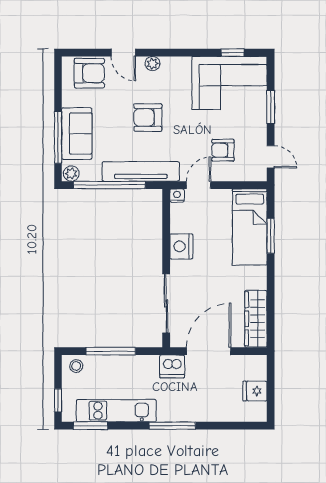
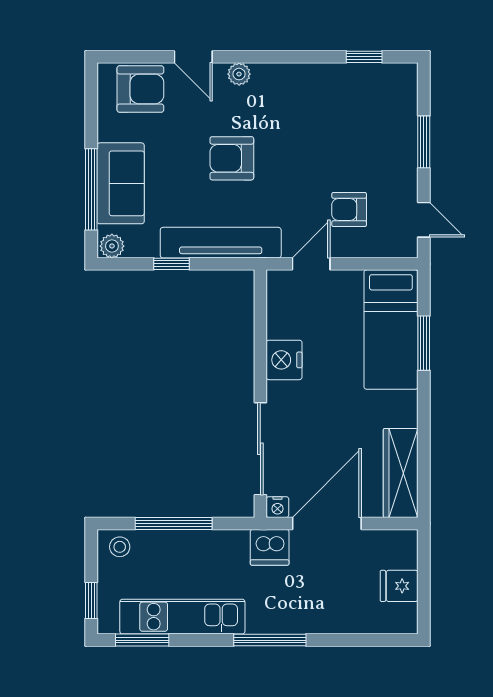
corner sofa: (229, 83) -> (359, 104), removed
window: (109, 185) -> (172, 264), width x0.32
nightstand: (177, 196) -> (277, 507), moved, turned 180

